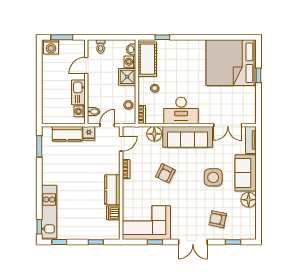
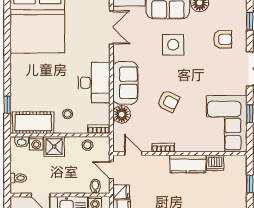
sofa: (188, 137) -> (125, 83), width x0.73
armchair: (218, 219) -> (223, 39), turned -102

